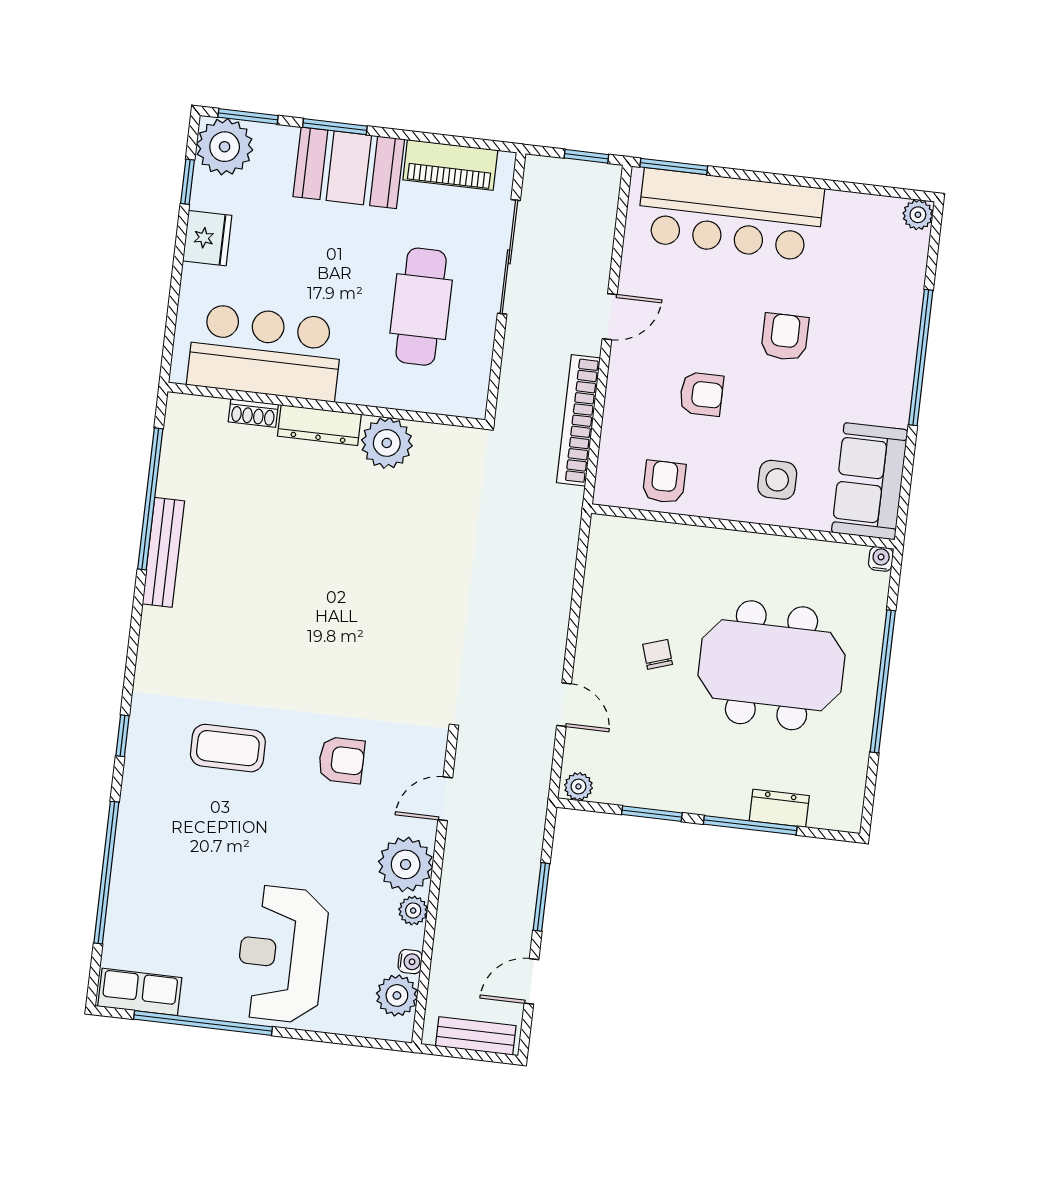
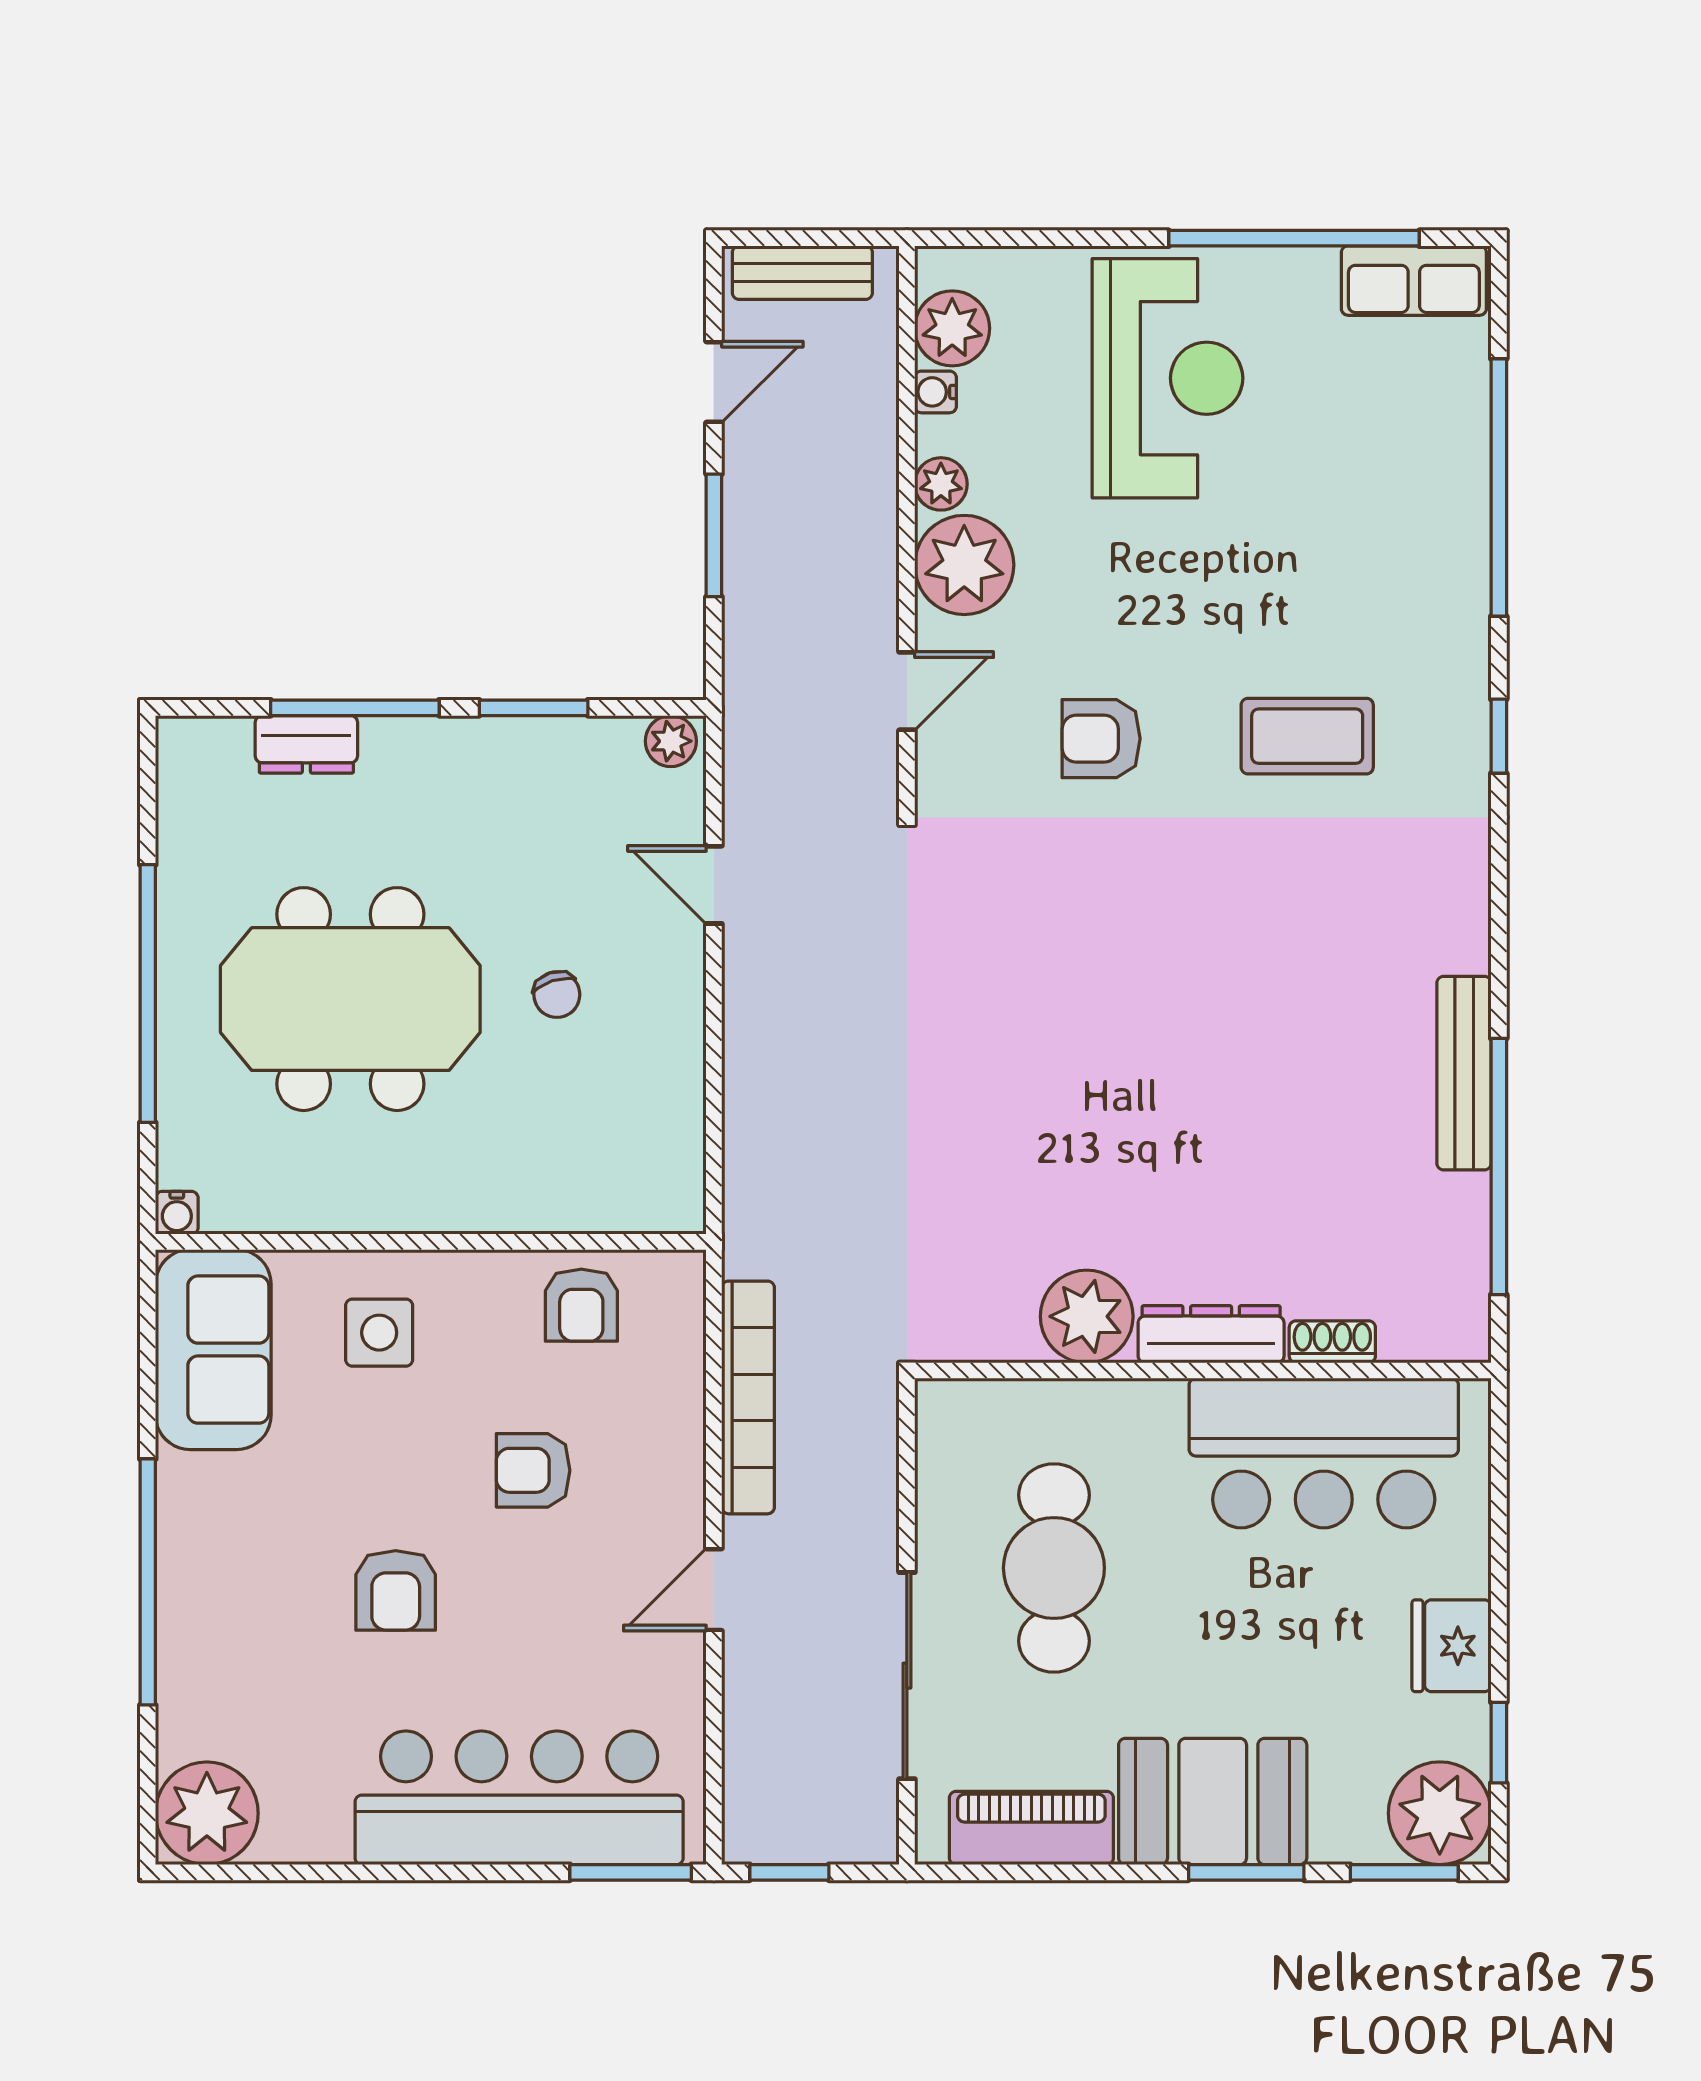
plant: (918, 215) -> (207, 1813), width x1.87, depth x1.87

